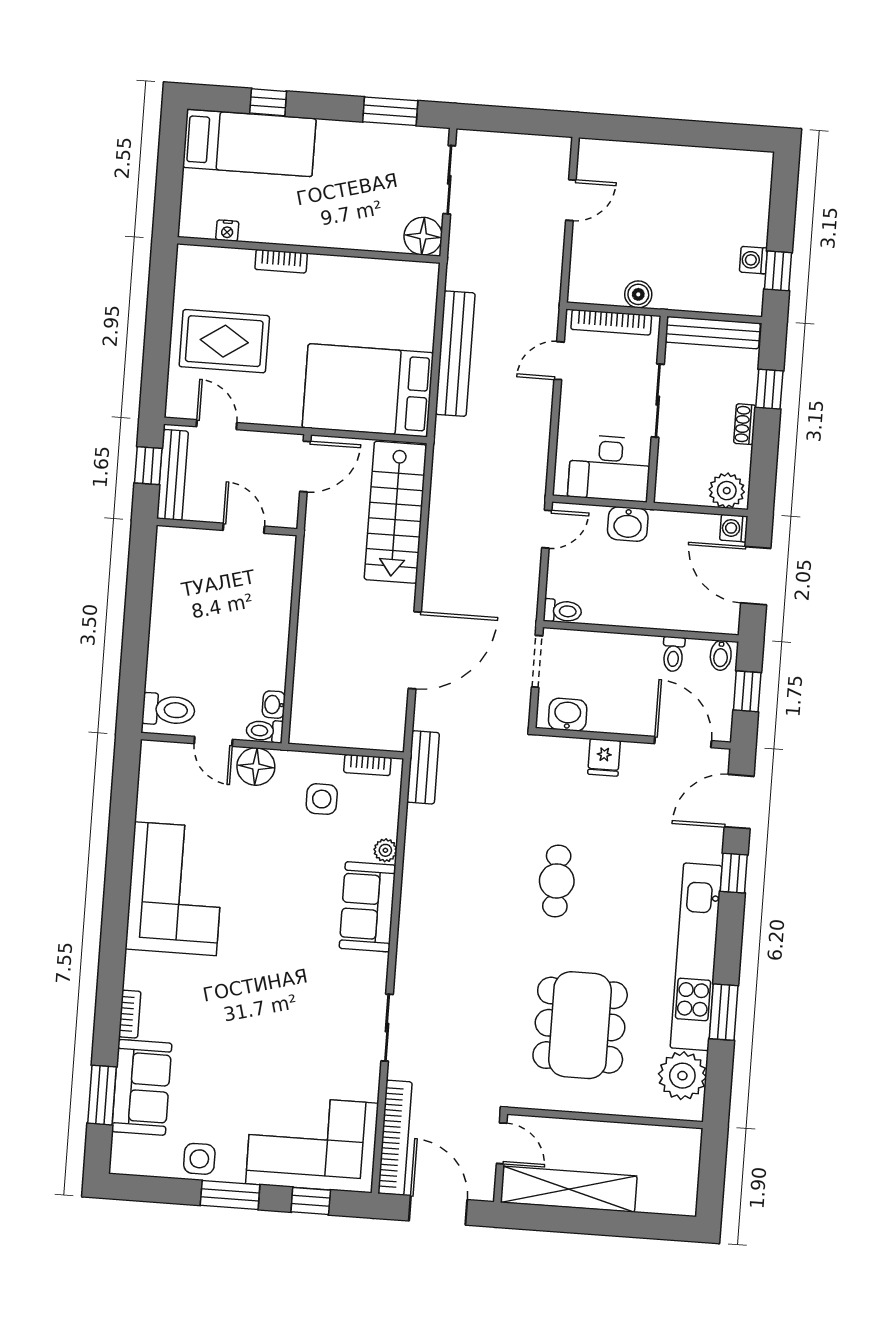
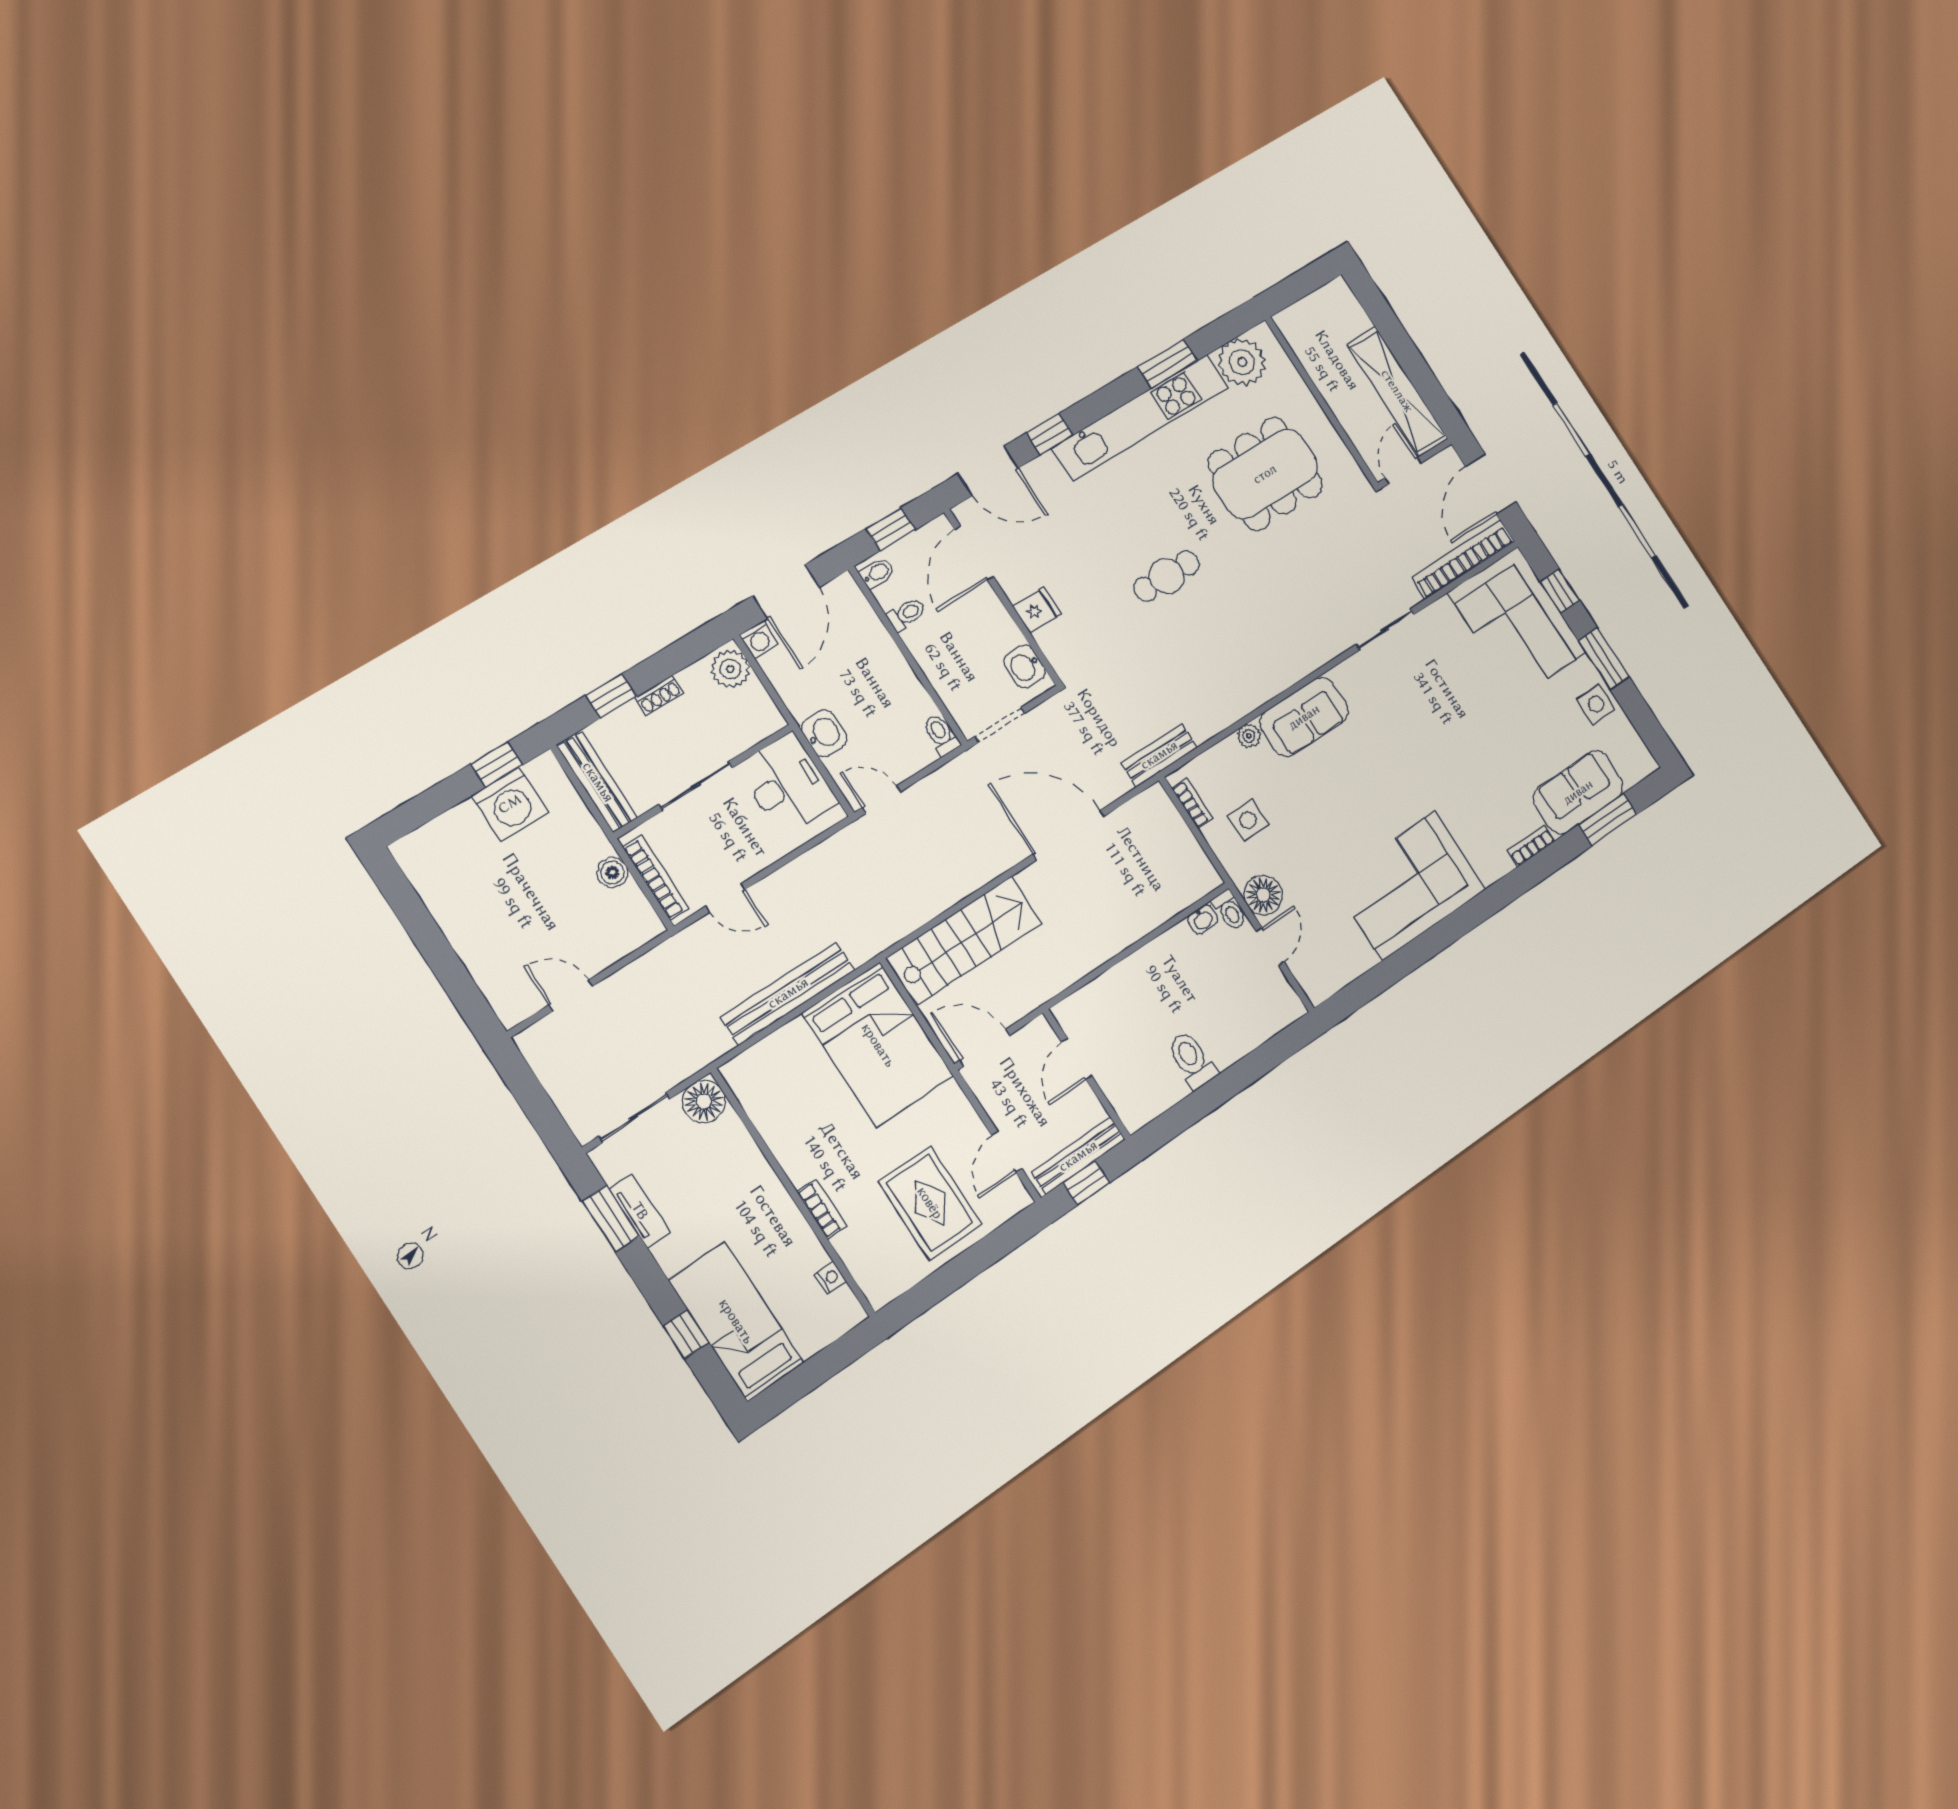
tv unit: (380, 135) -> (640, 1211), added
washing machine: (753, 260) -> (510, 804), width x1.89, depth x1.89
toilet: (169, 710) -> (1192, 1060), moved

